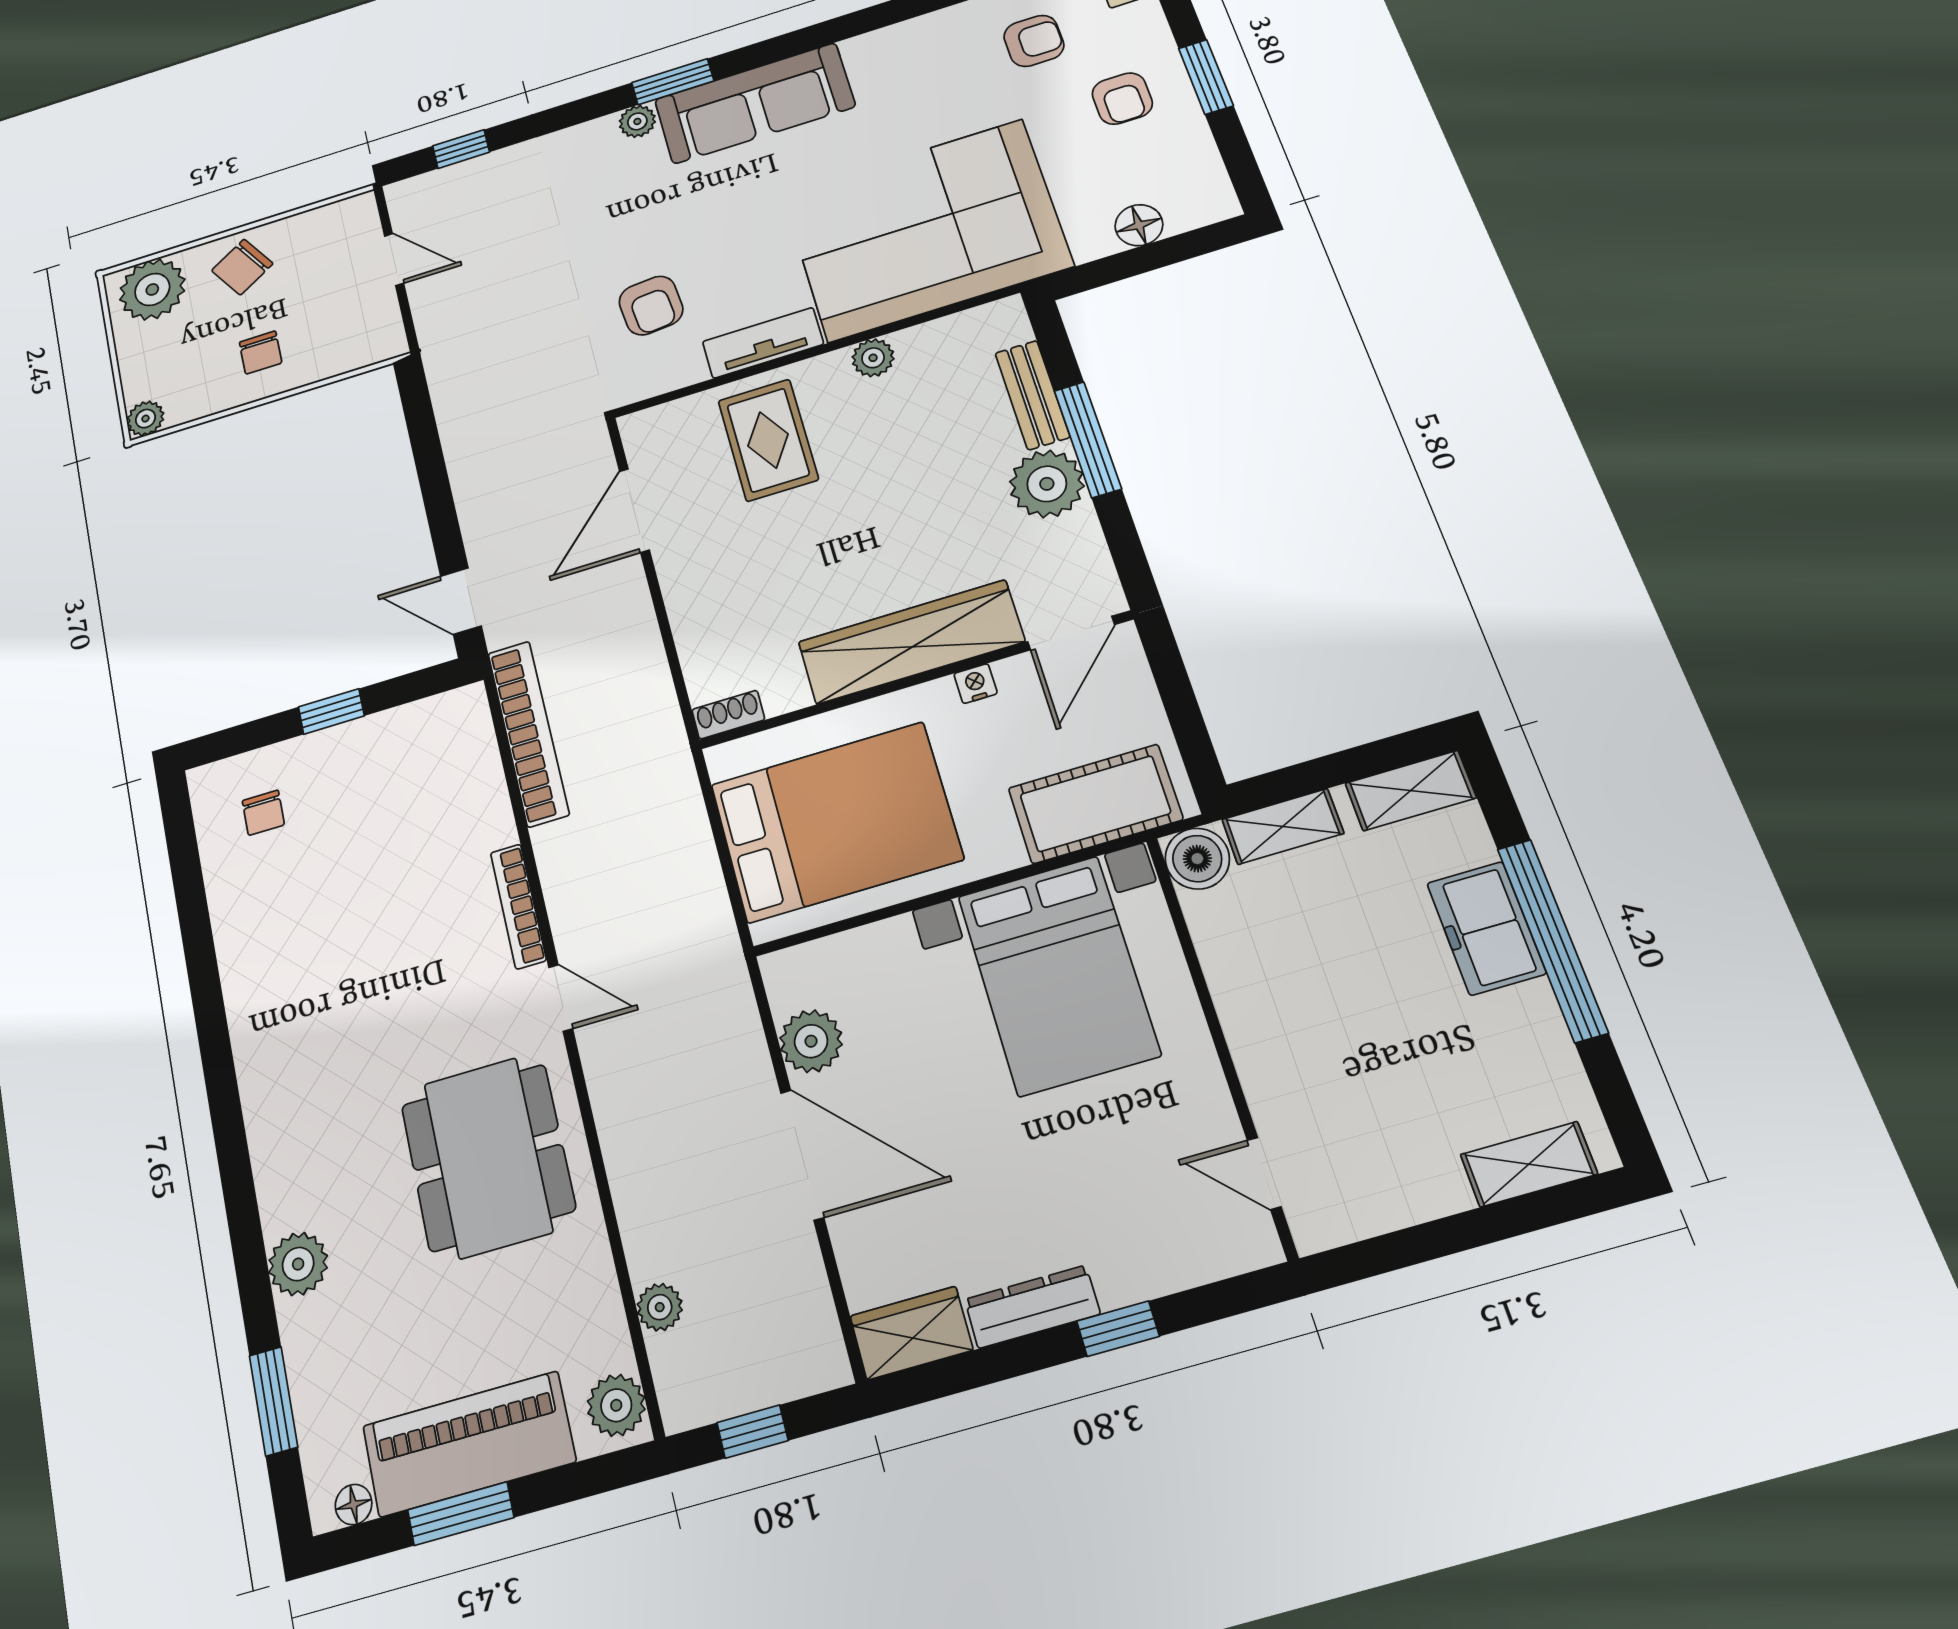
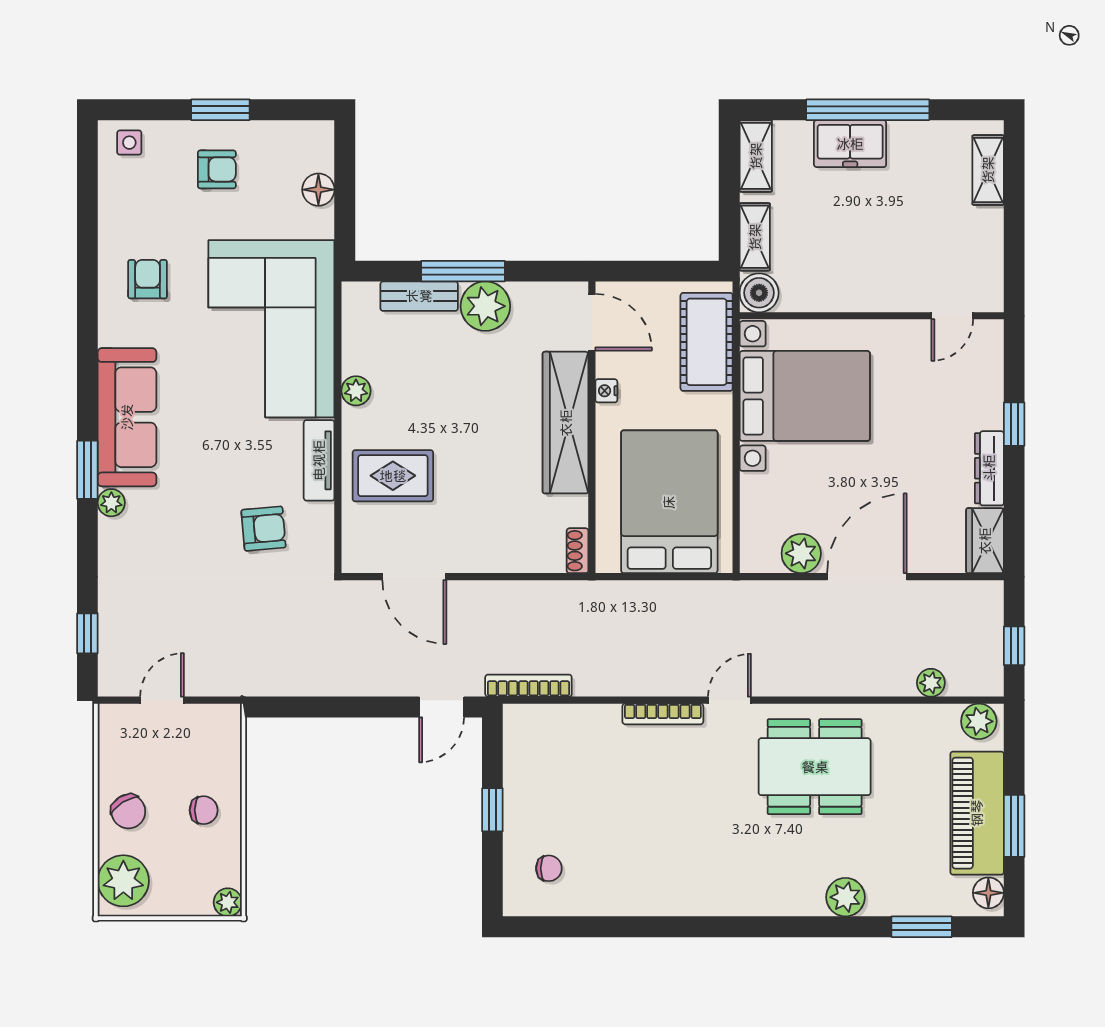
armchair: (1034, 41) -> (148, 279), moved
bookcase: (528, 733) -> (528, 686), width x0.68, depth x0.76
floor lamp: (354, 1505) -> (988, 893), width x1.37, depth x1.37

